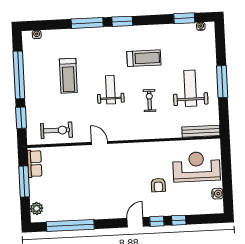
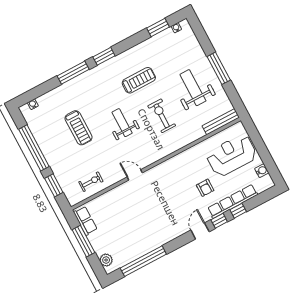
exercise bike: (149, 100) -> (162, 116), width x1.38, depth x1.39
exercise bike: (56, 130) -> (91, 182), width x0.73, depth x0.72
row of seats: (178, 209) -> (233, 201), added

